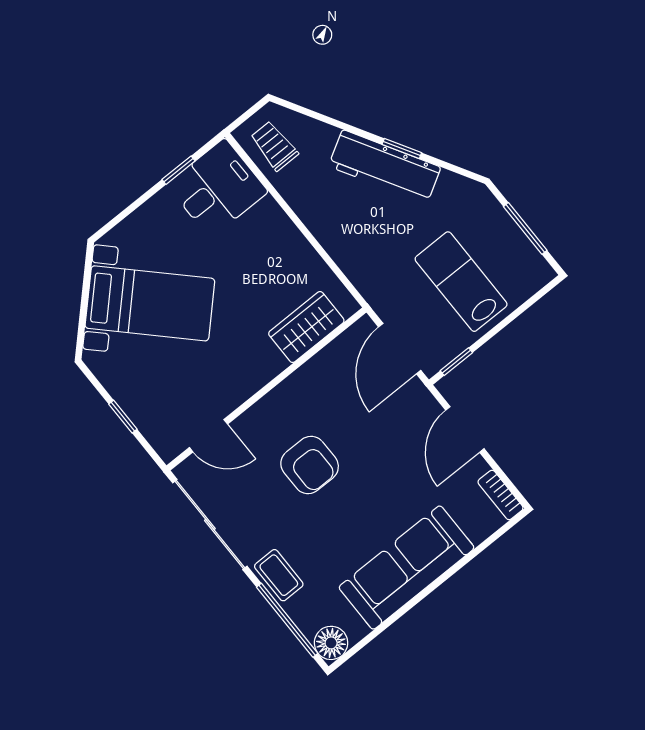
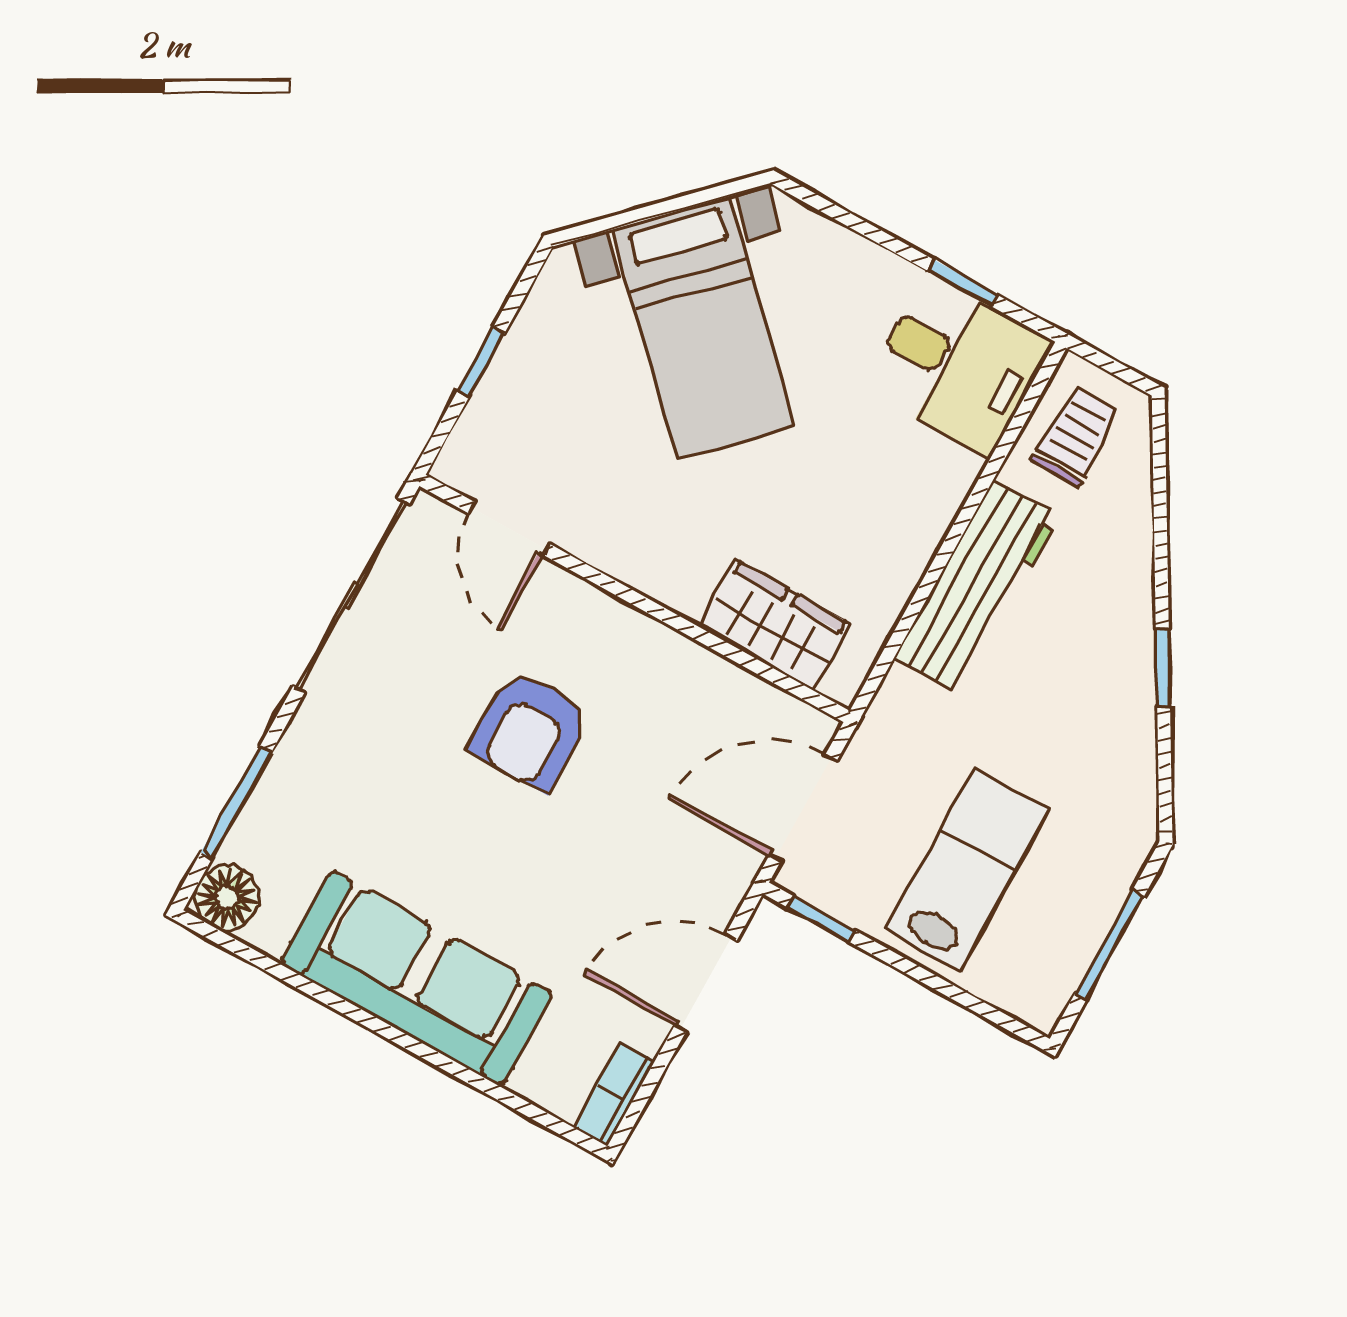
workbench: (385, 167) -> (977, 587), moved, turned -150
coffee table: (279, 575) -> (310, 755), removed
window: (287, 620) -> (236, 803), width x0.69

